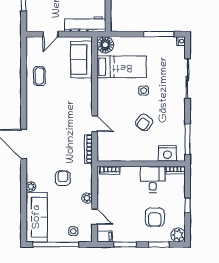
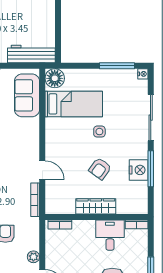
window: (188, 139) -> (151, 169), moved
nightstand: (167, 153) -> (139, 170), moved, turned -90
wardrobe: (140, 155) -> (96, 206), added

